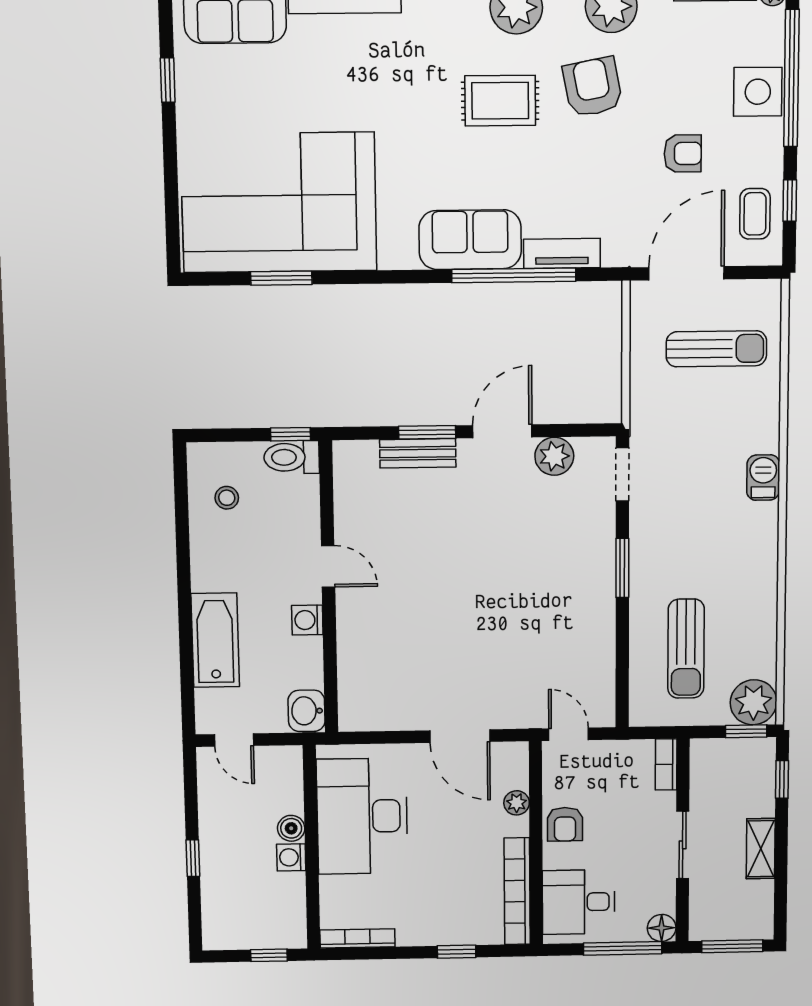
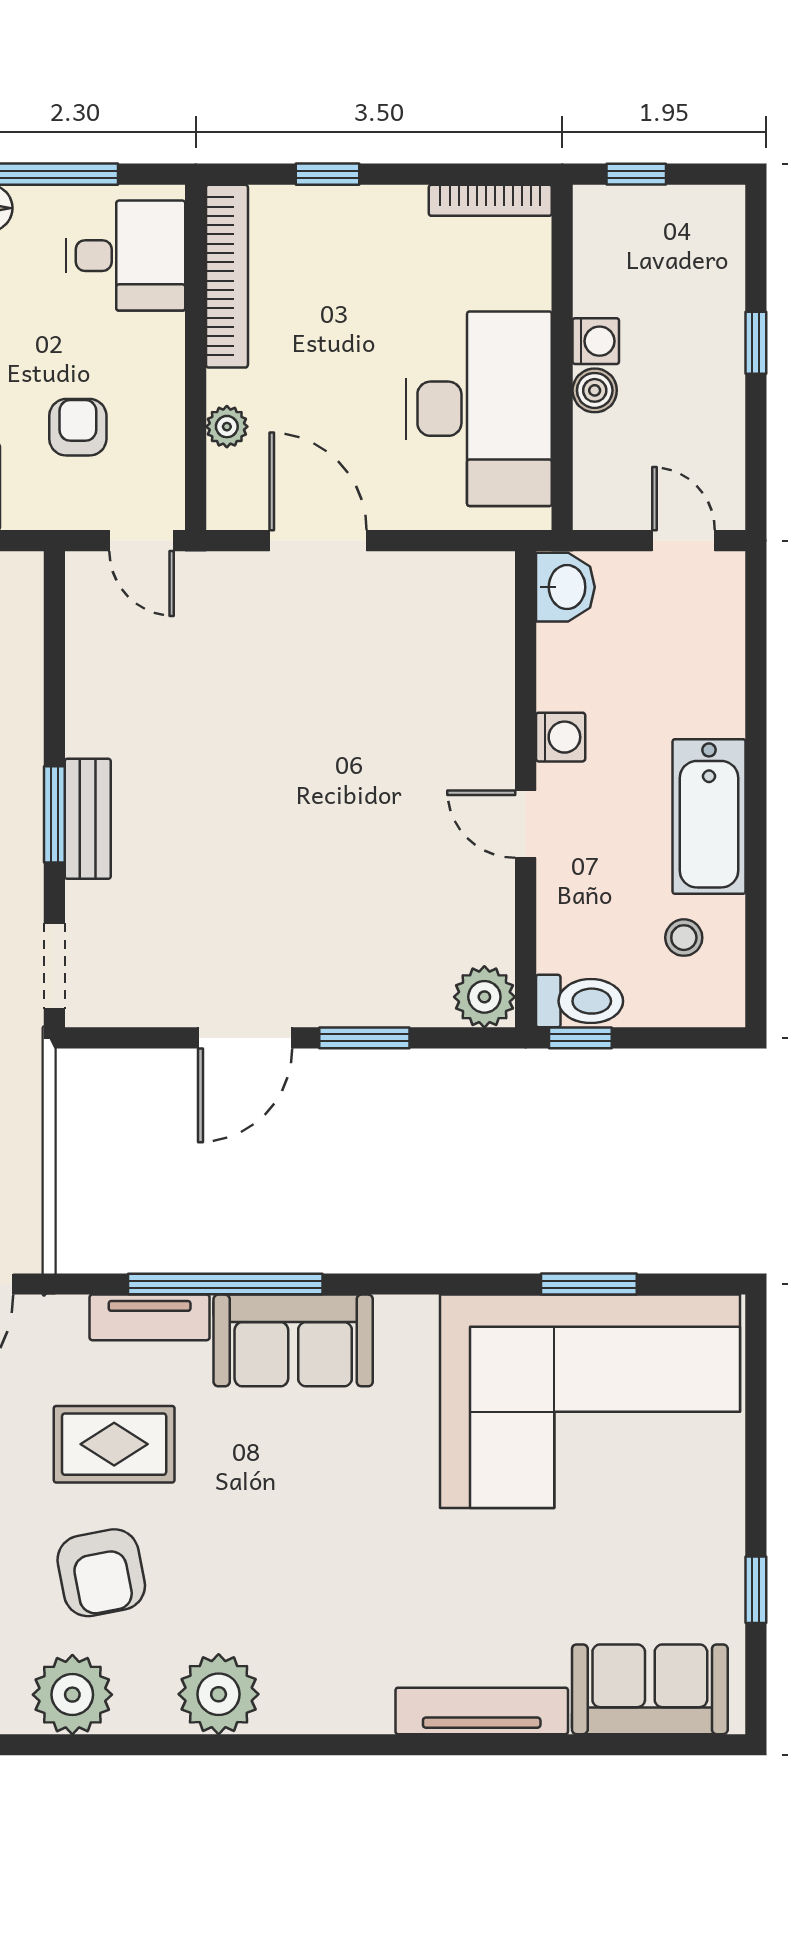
rug: (500, 101) -> (114, 1444), moved
bench: (418, 453) -> (88, 819), moved, turned 90
plant: (554, 456) -> (484, 997), moved
bathtub: (215, 640) -> (709, 816), moved
armchair: (565, 824) -> (78, 427), moved

